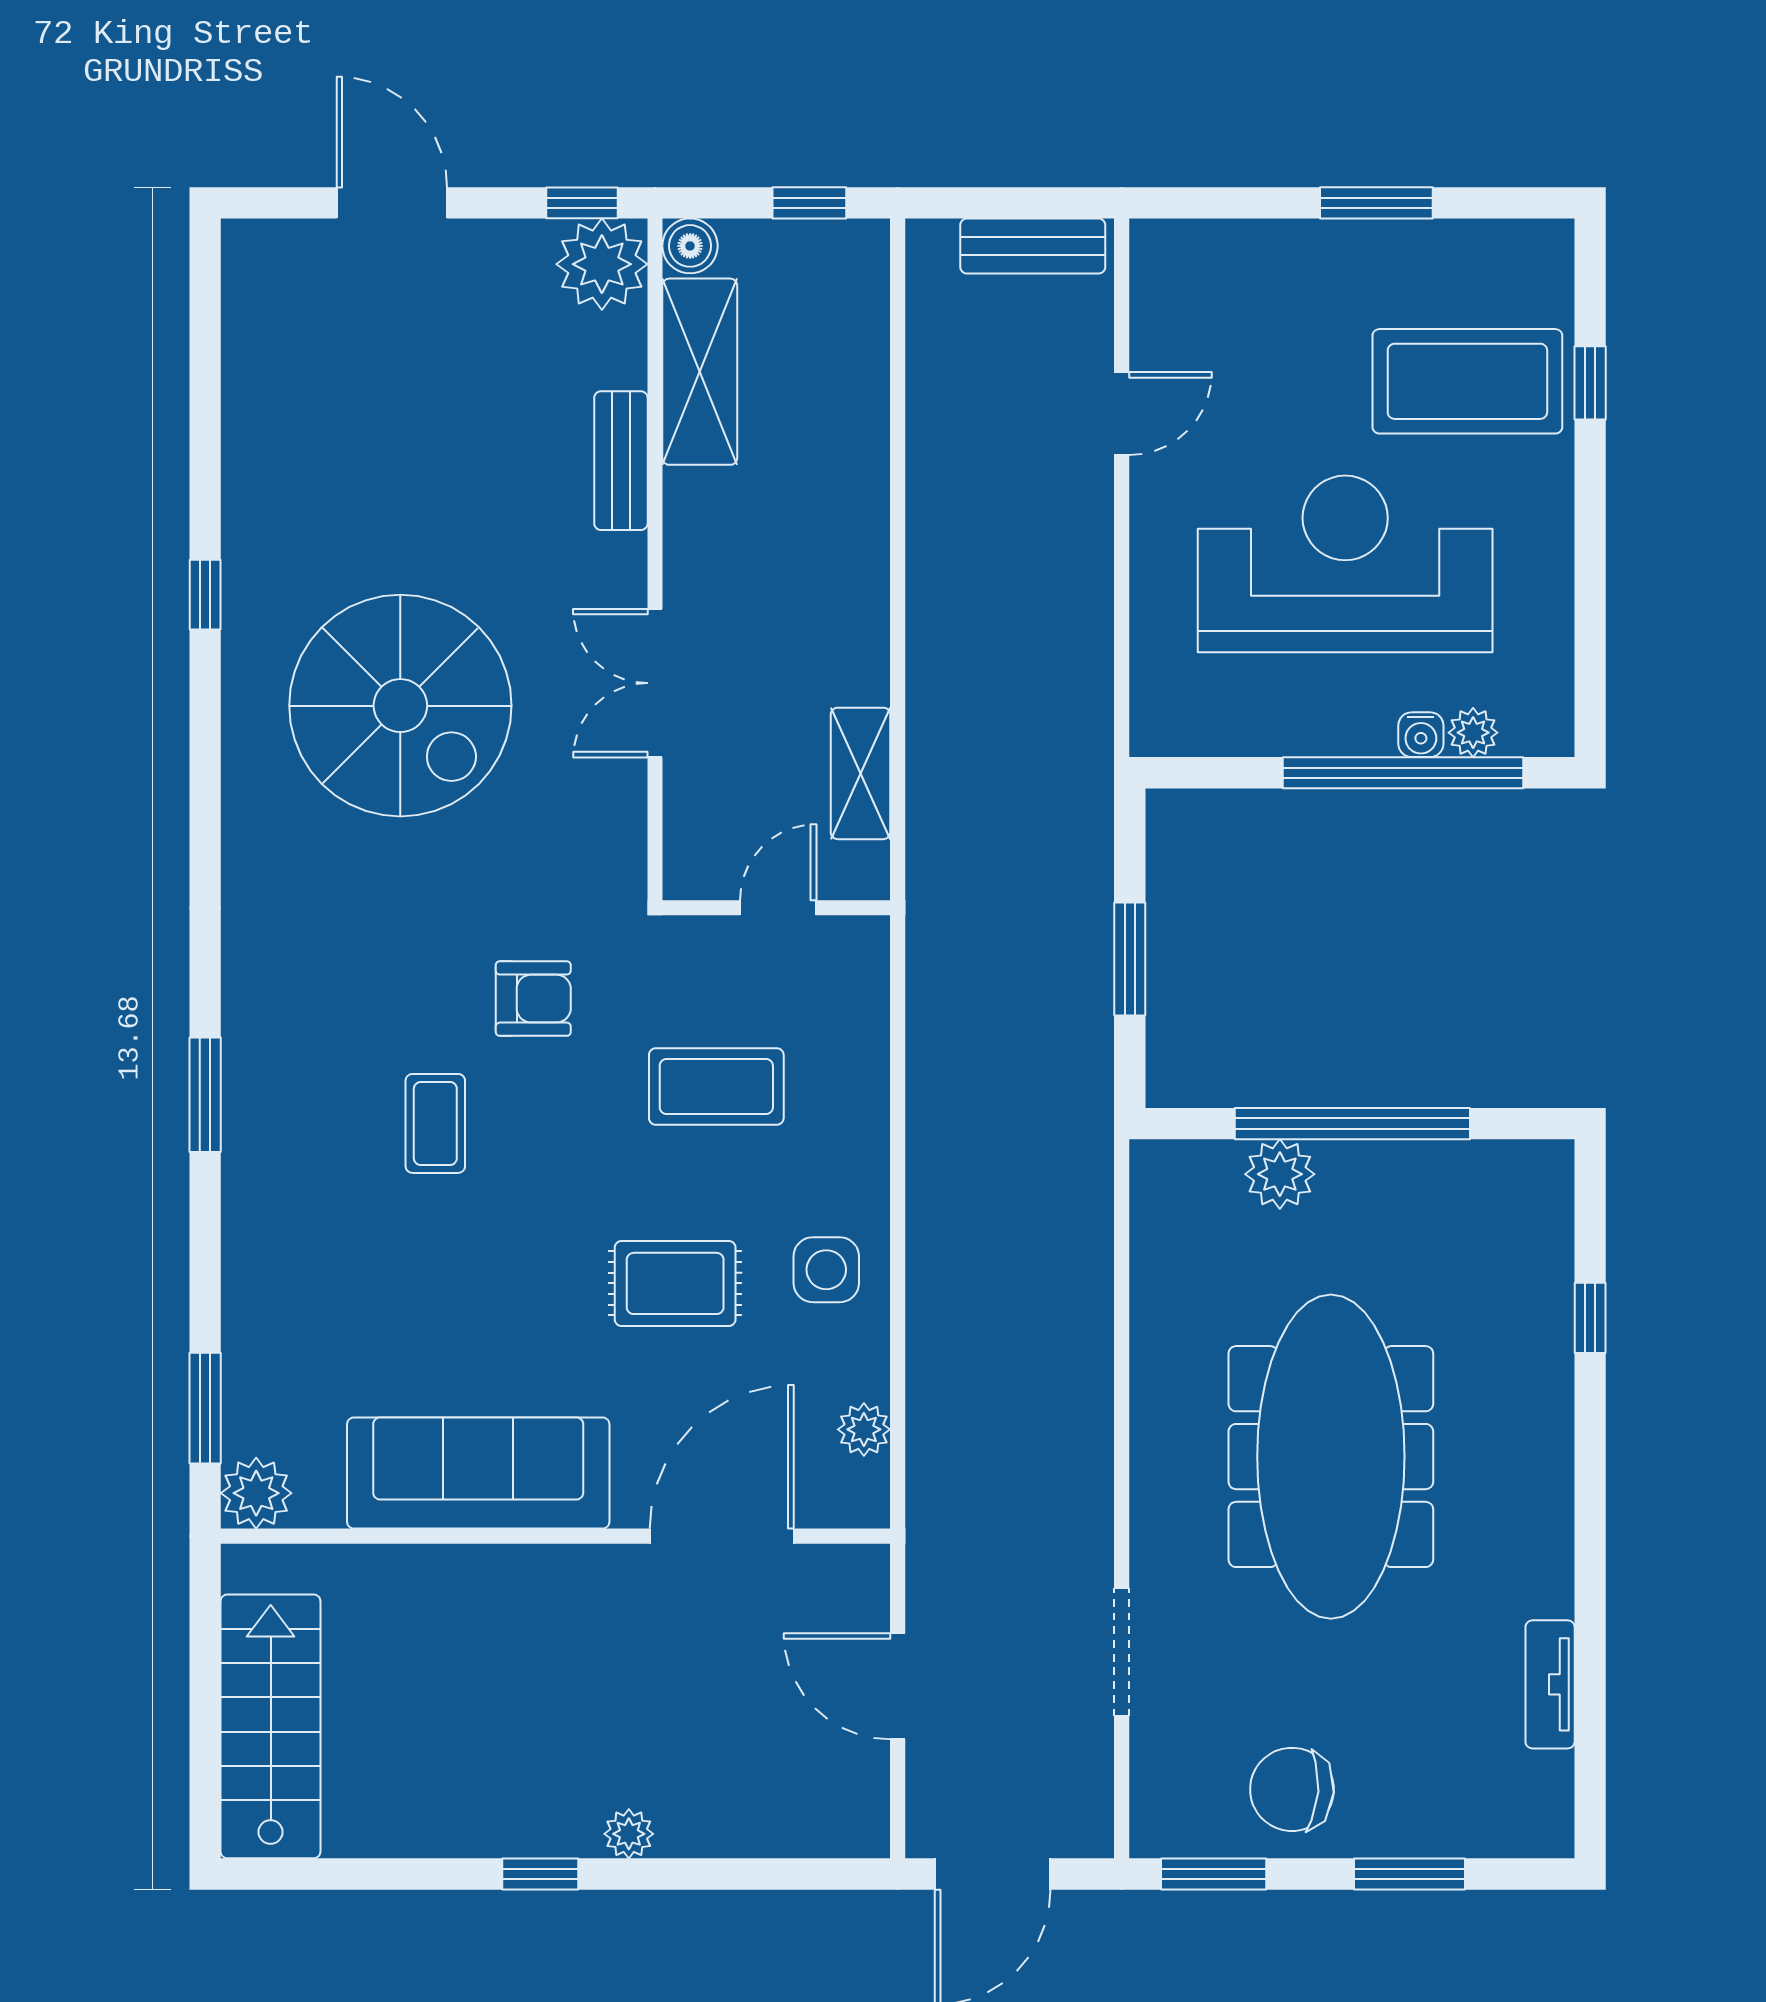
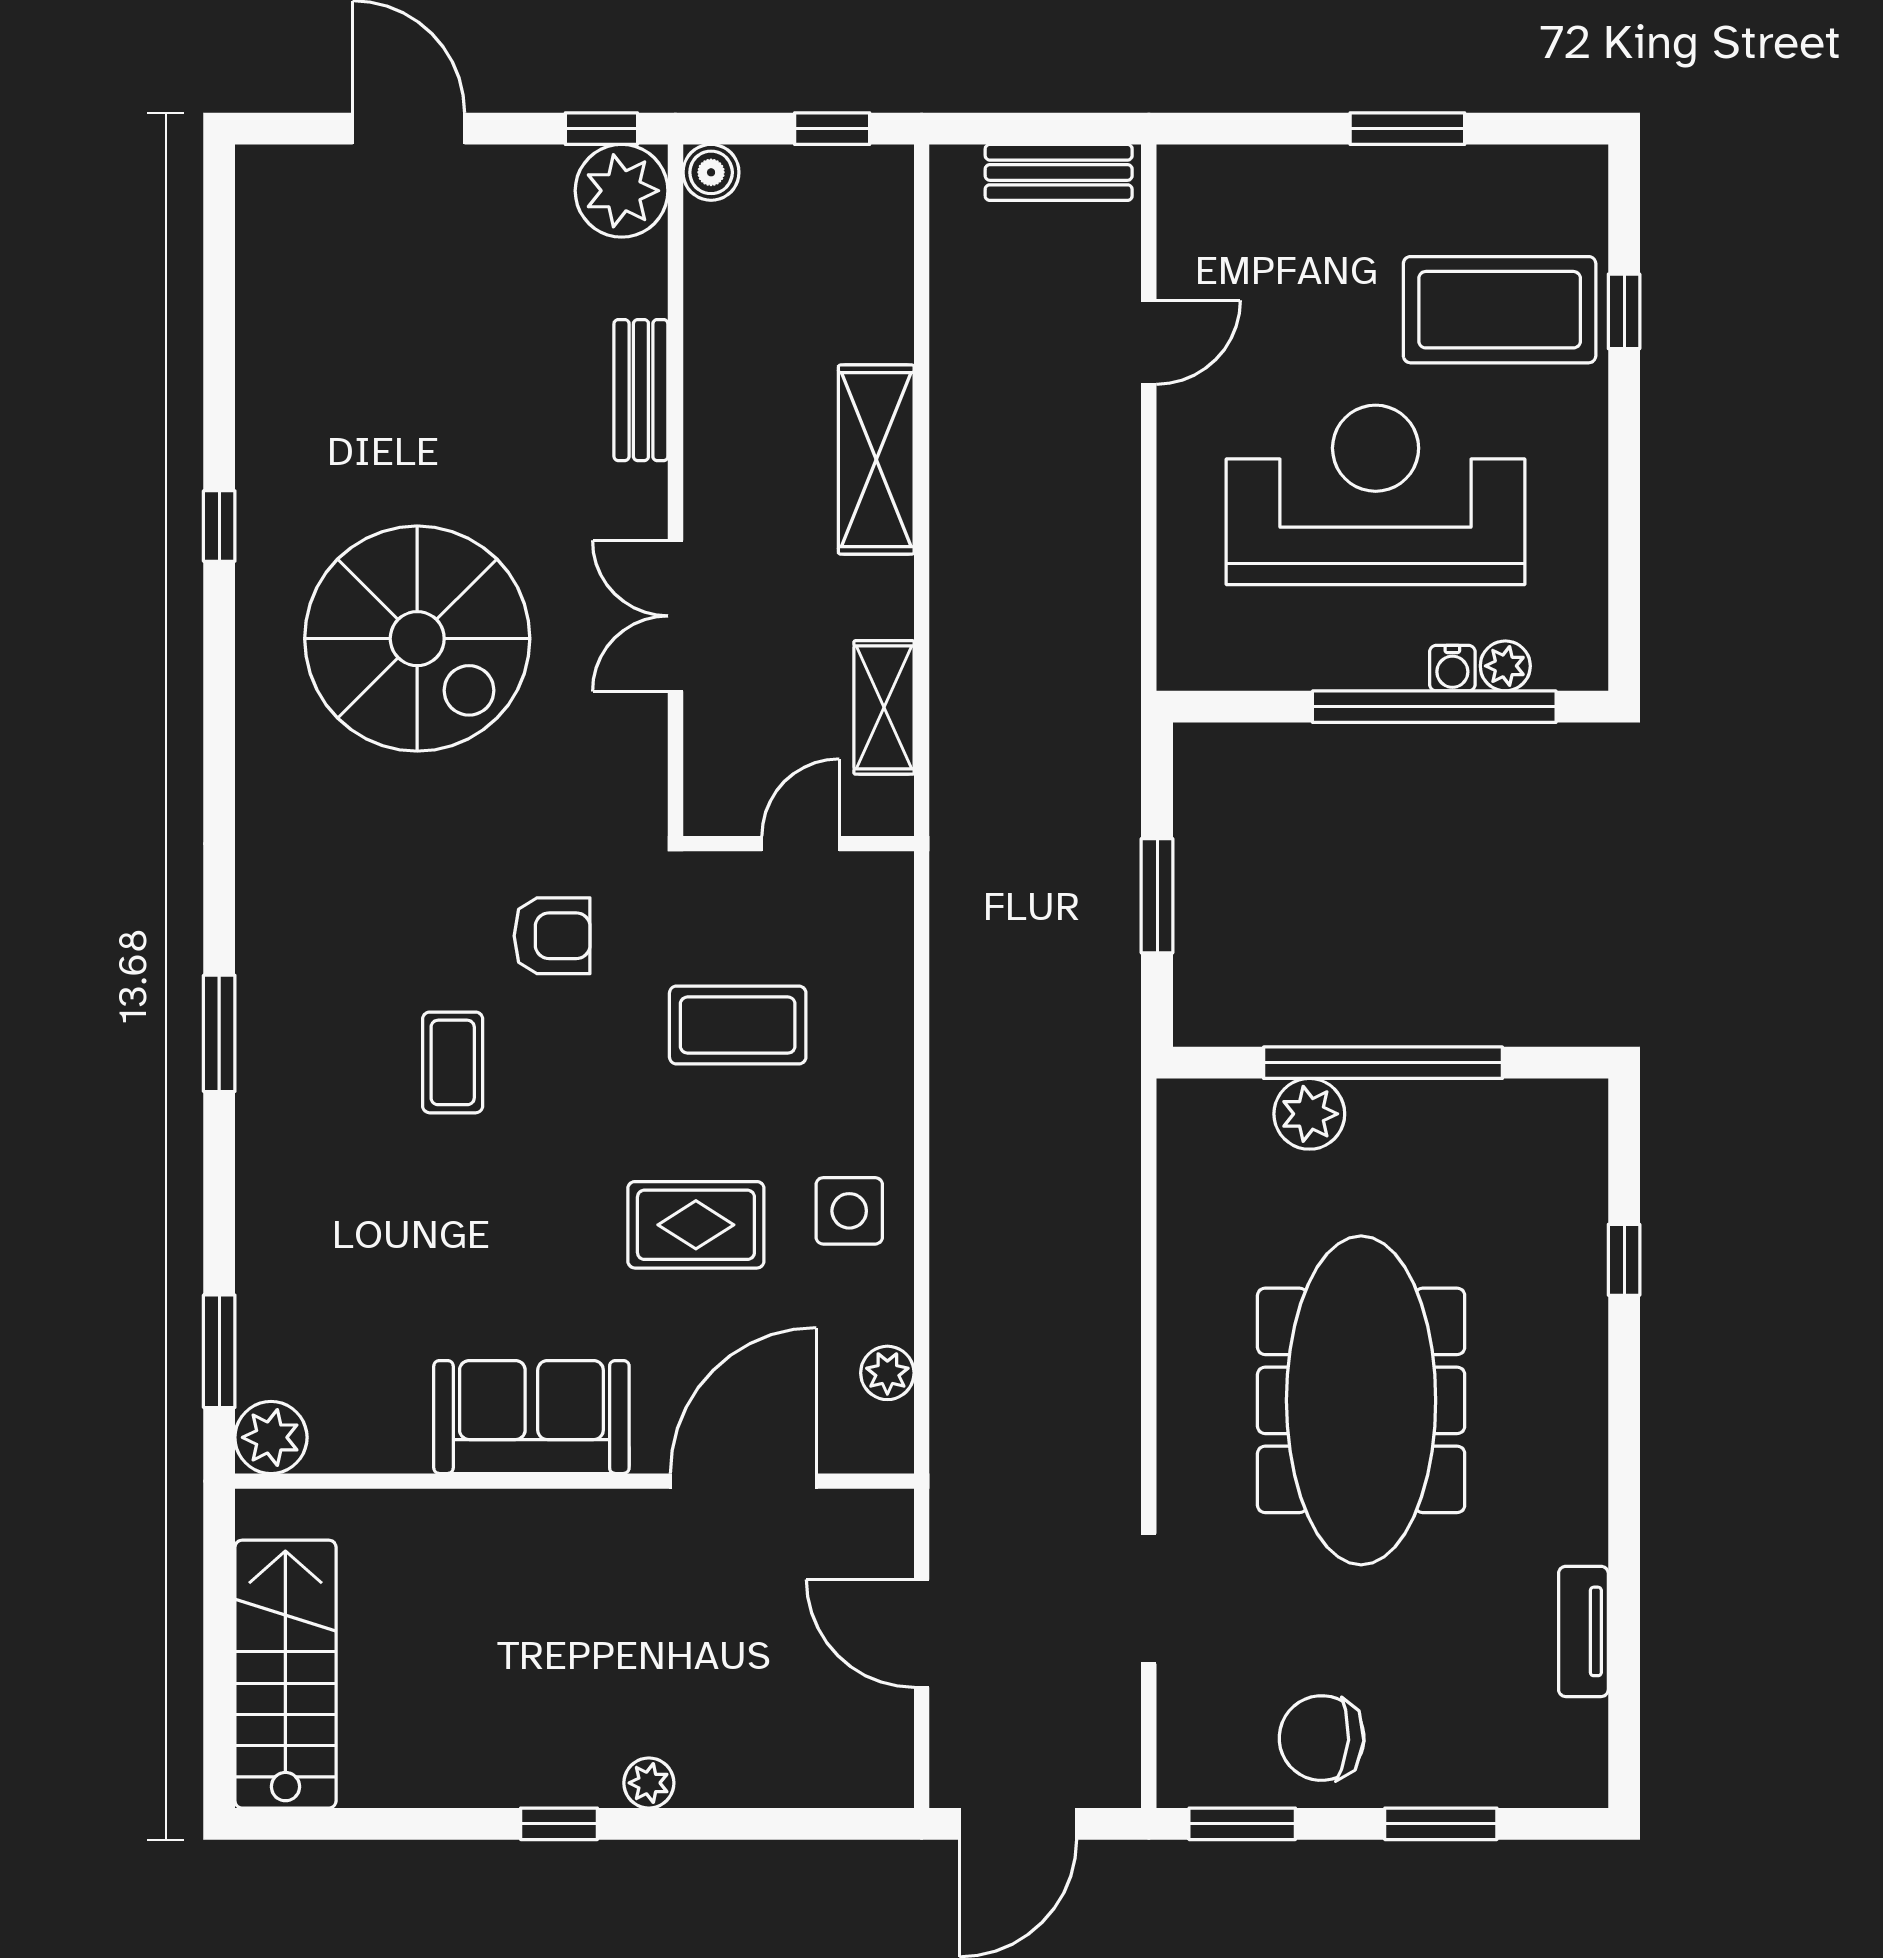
shelving: (700, 372) -> (876, 460), moved
sofa: (478, 1473) -> (531, 1417), width x0.73

